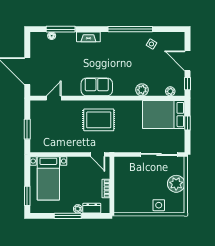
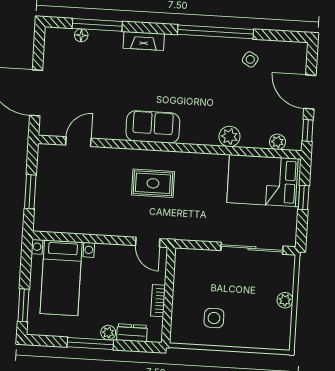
rug: (99, 120) -> (153, 183), width x0.73, depth x0.70
plant: (176, 184) -> (285, 300), width x0.53, depth x0.53
side table: (159, 205) -> (214, 318), moved

